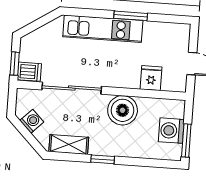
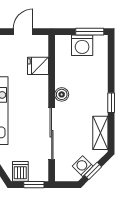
dishwasher: (29, 72) -> (20, 171), moved
boiler: (123, 110) -> (62, 94), width x0.54, depth x0.54
window: (25, 133) -> (93, 171), added

